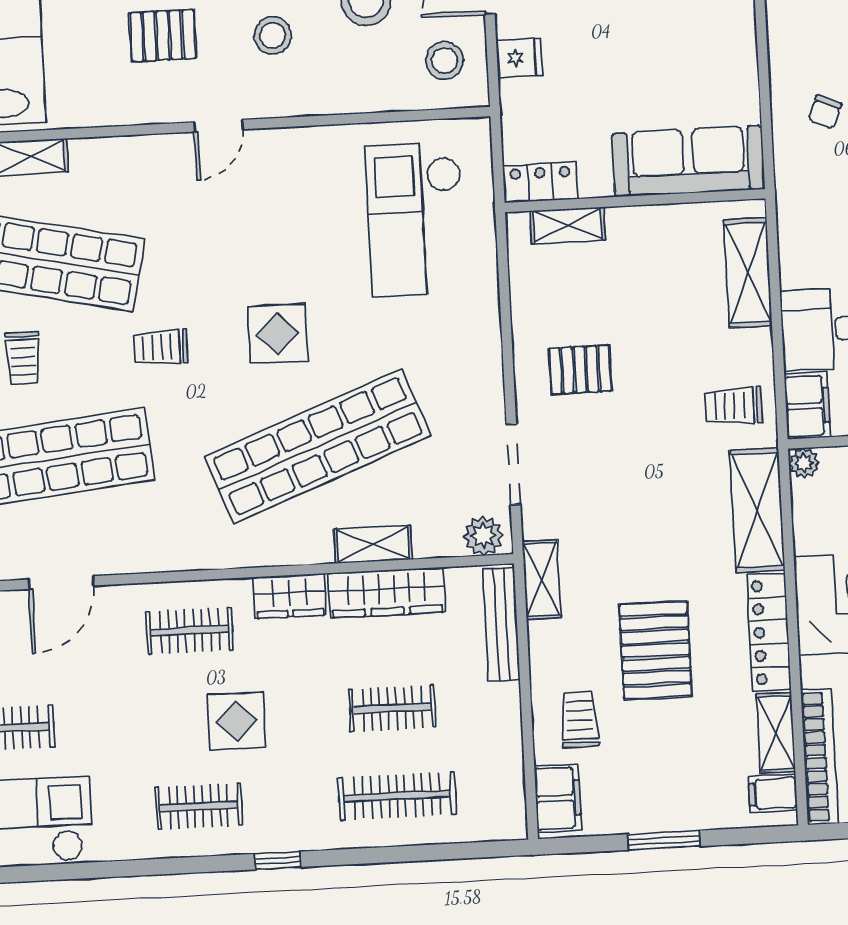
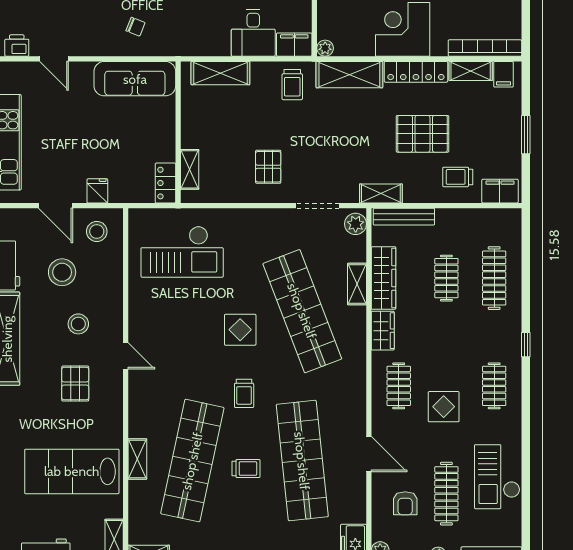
sofa: (688, 161) -> (135, 79), moved, turned -90
display table: (236, 721) -> (444, 407), moved

